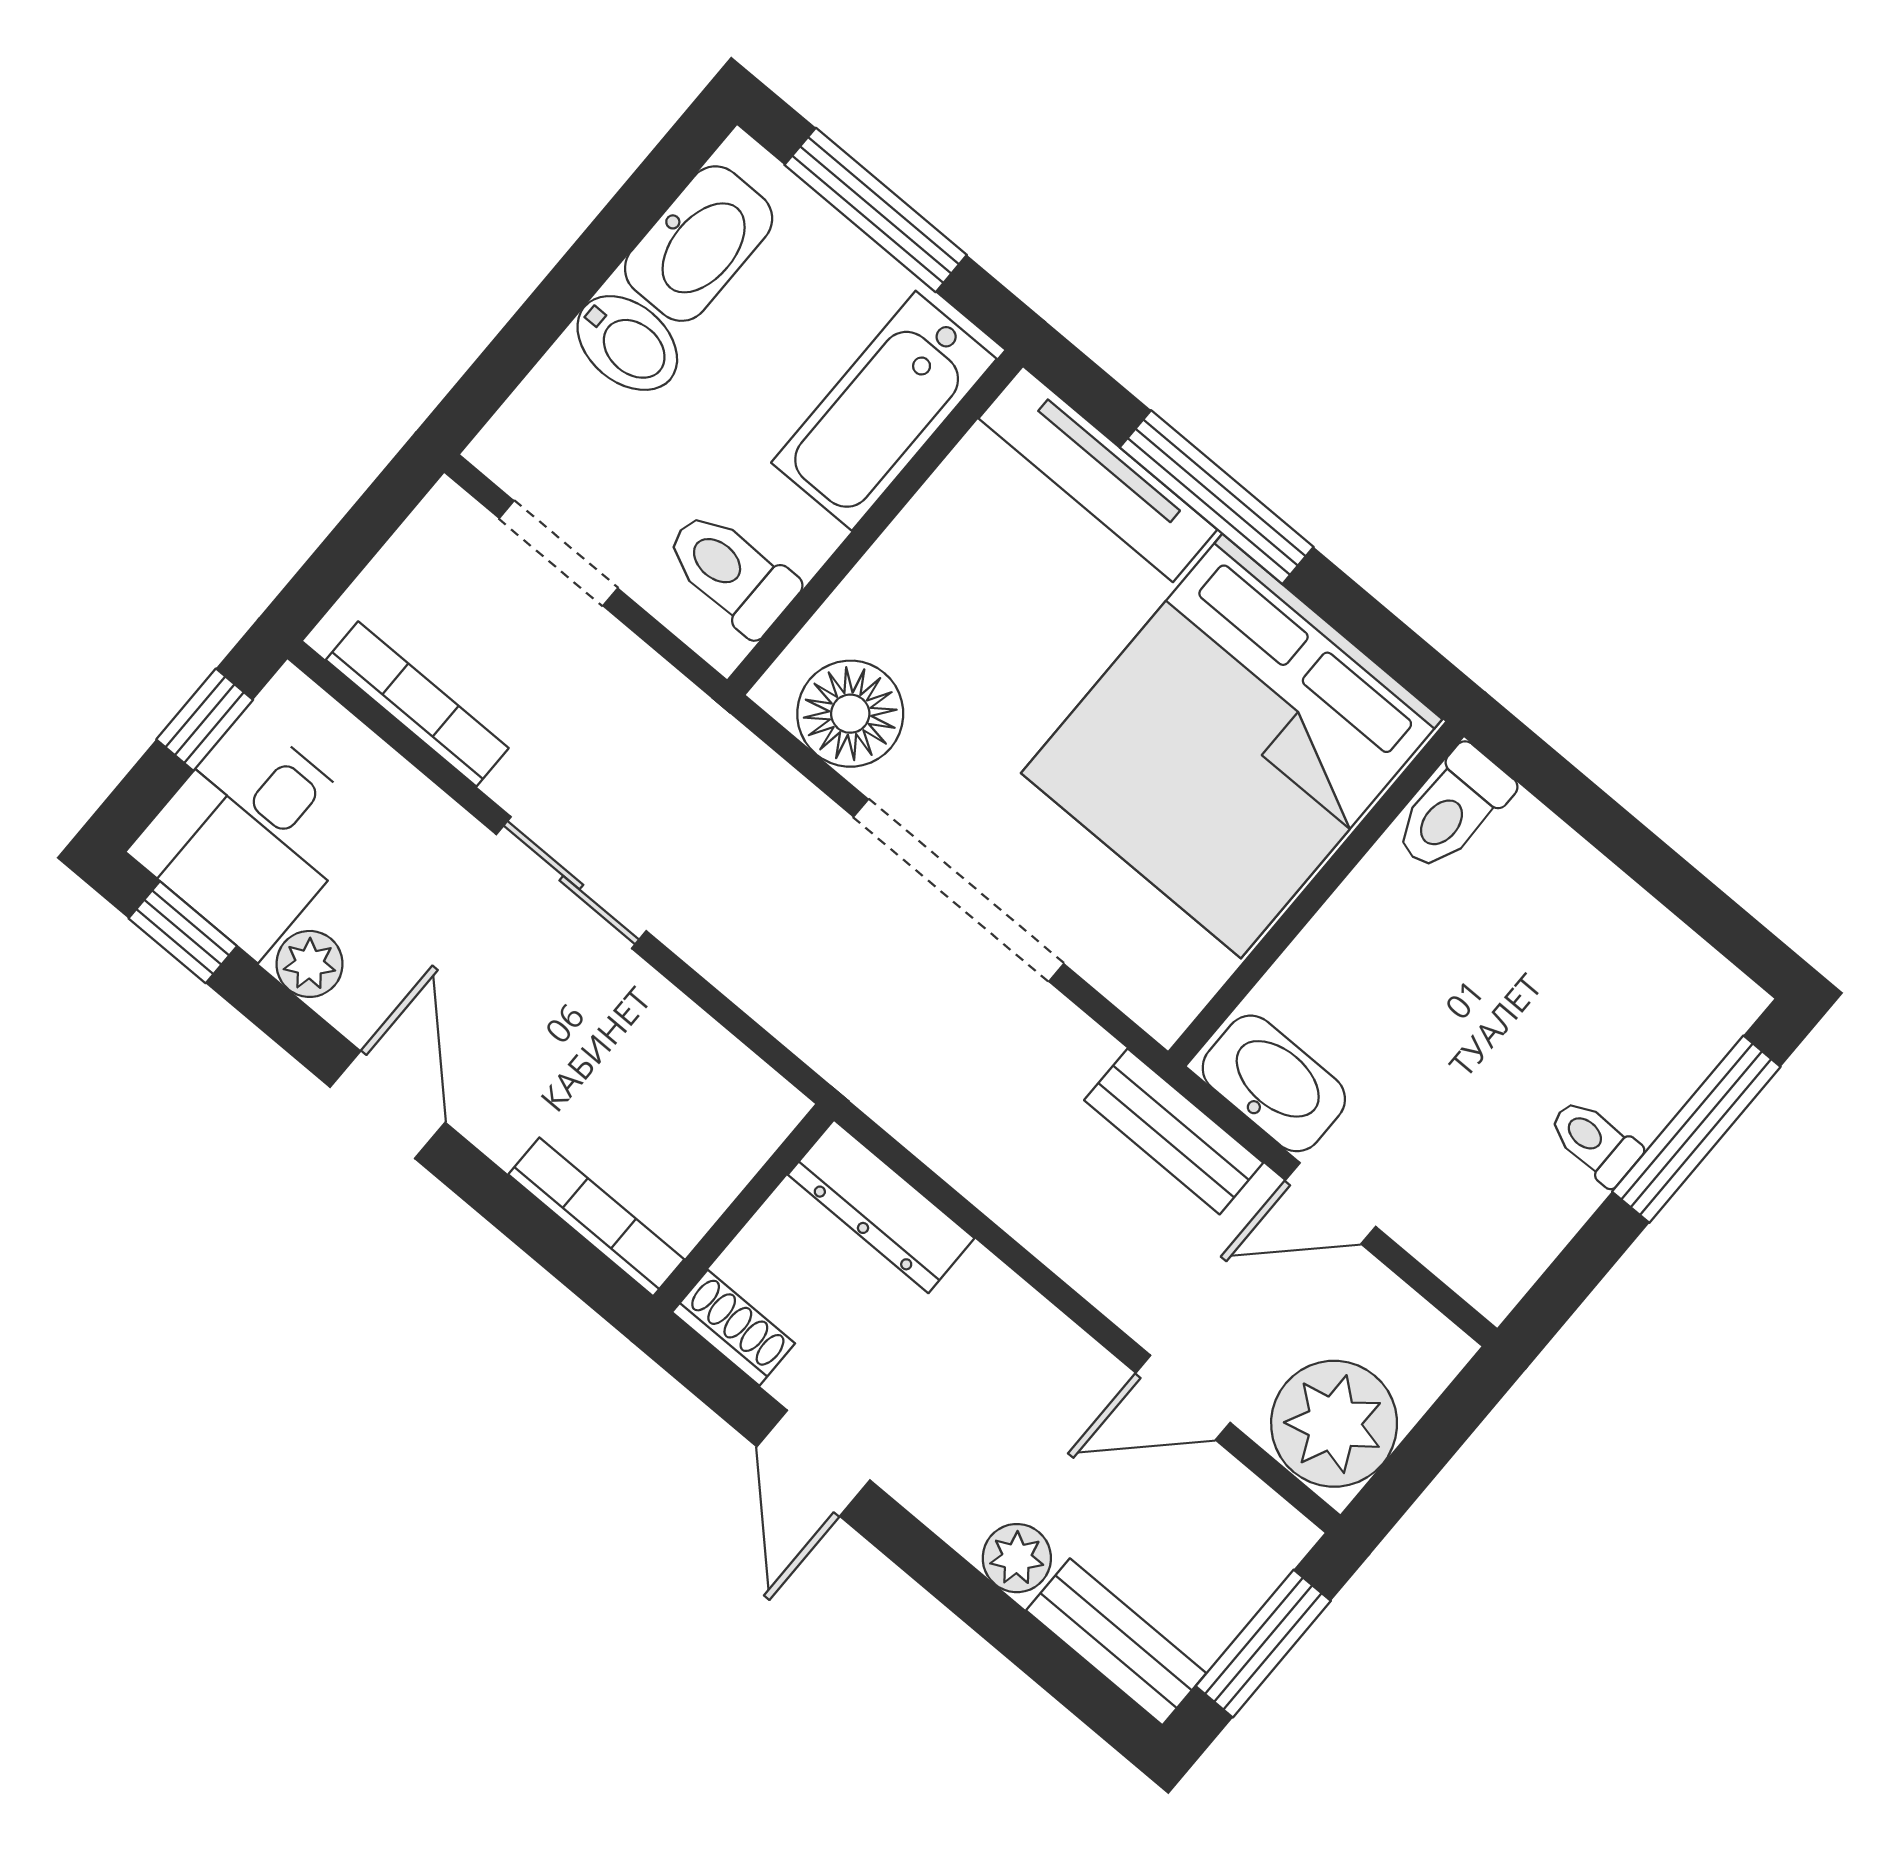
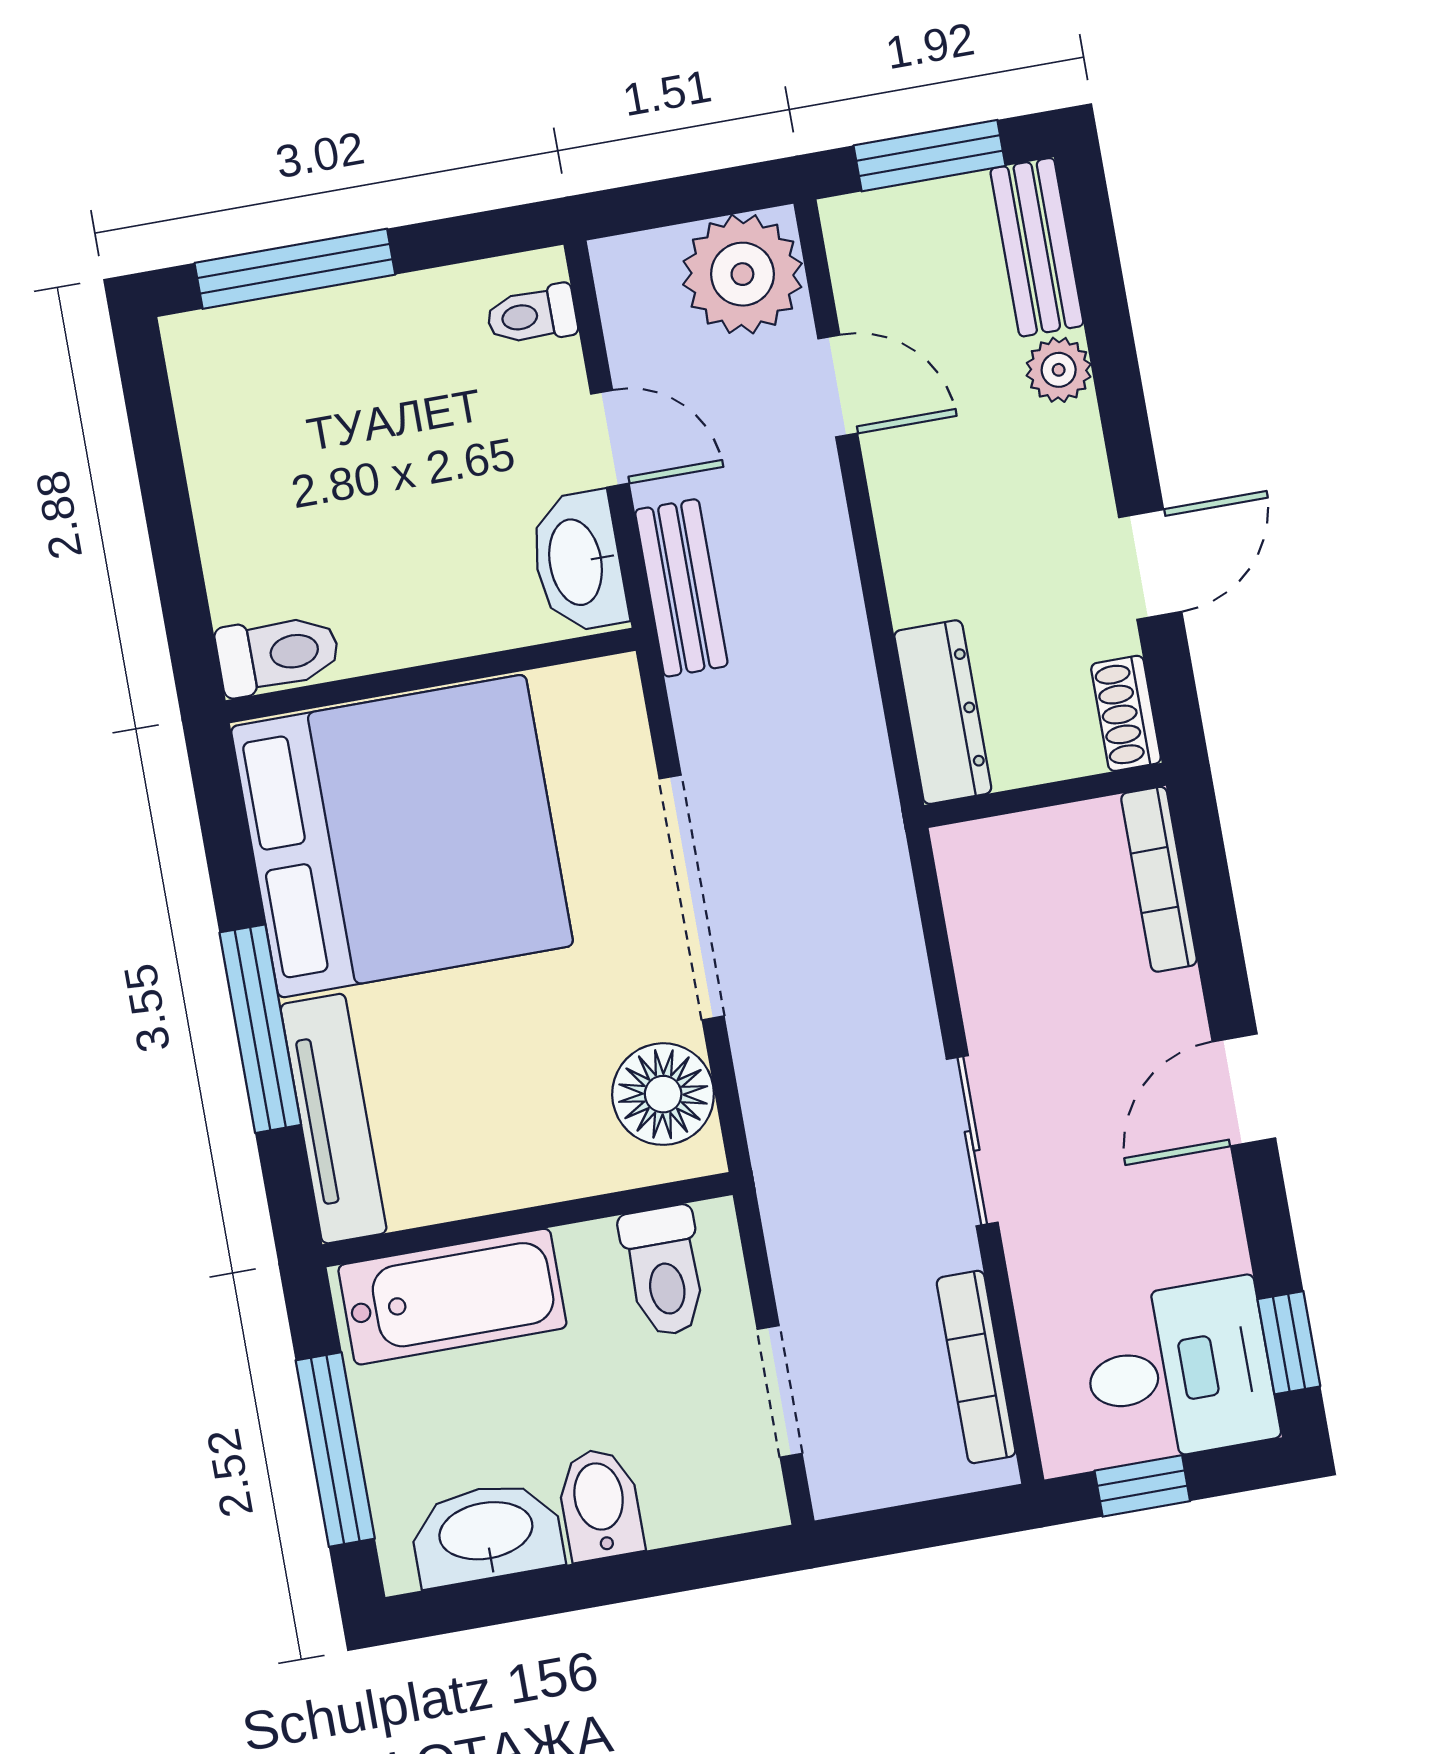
plant: (310, 964) -> (1215, 1242), removed
toilet: (1595, 1142) -> (532, 315), moved, turned 90

